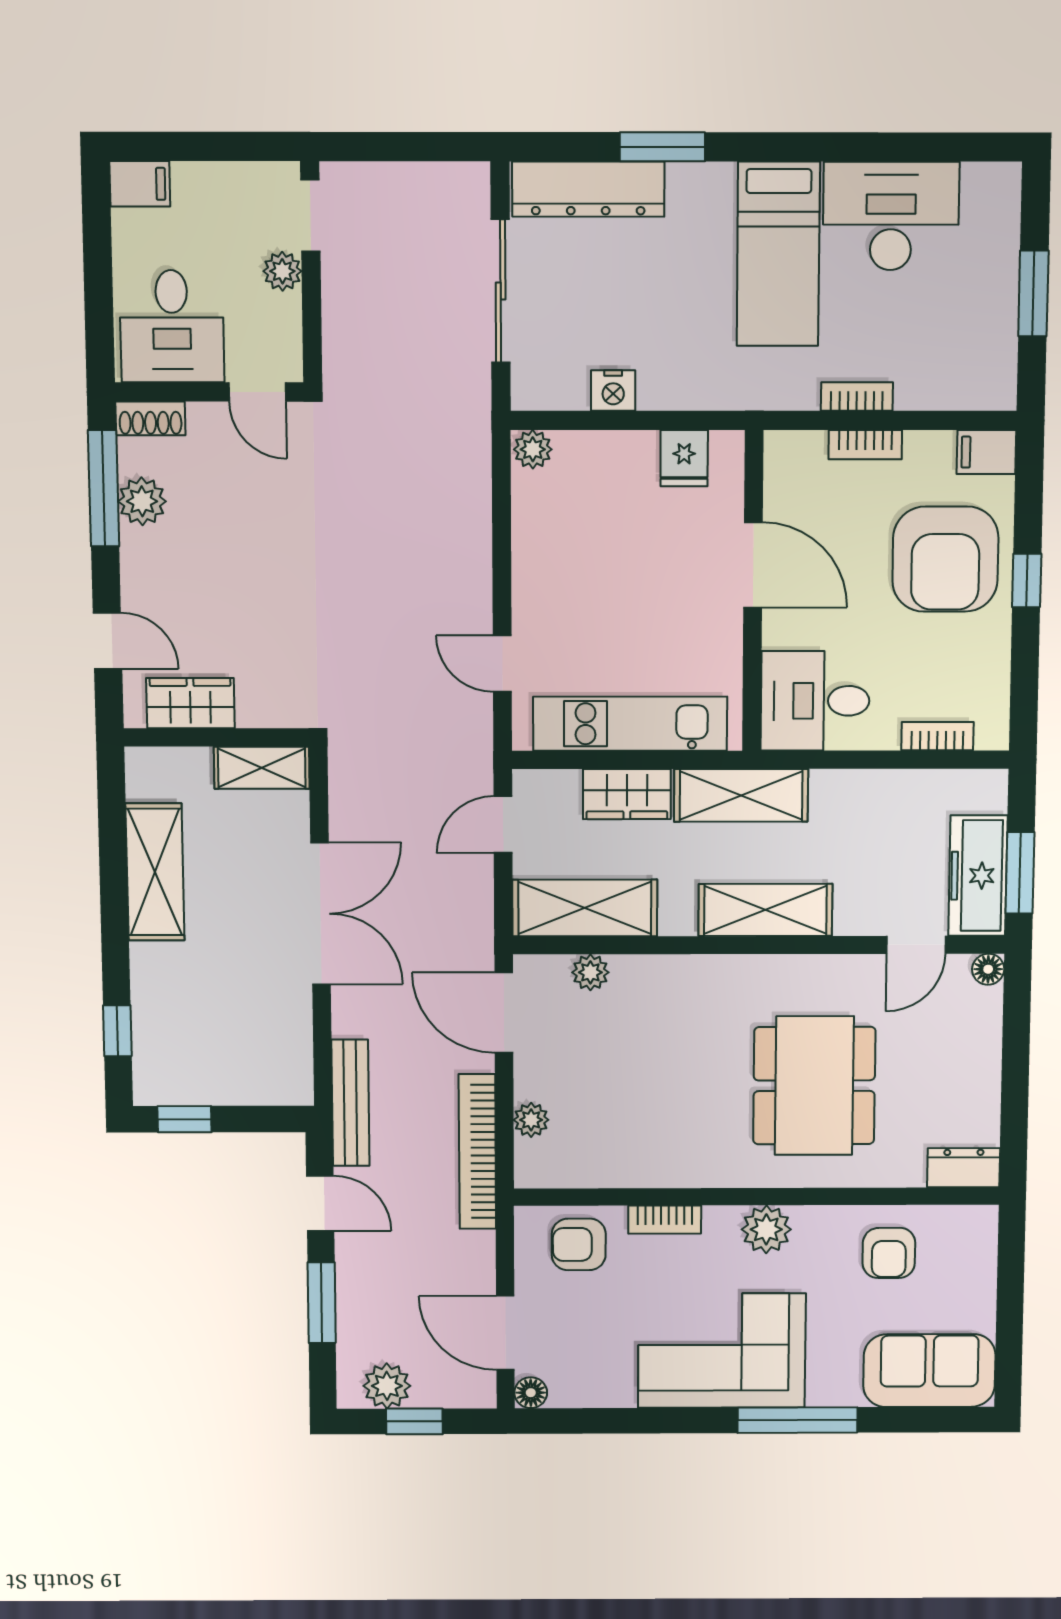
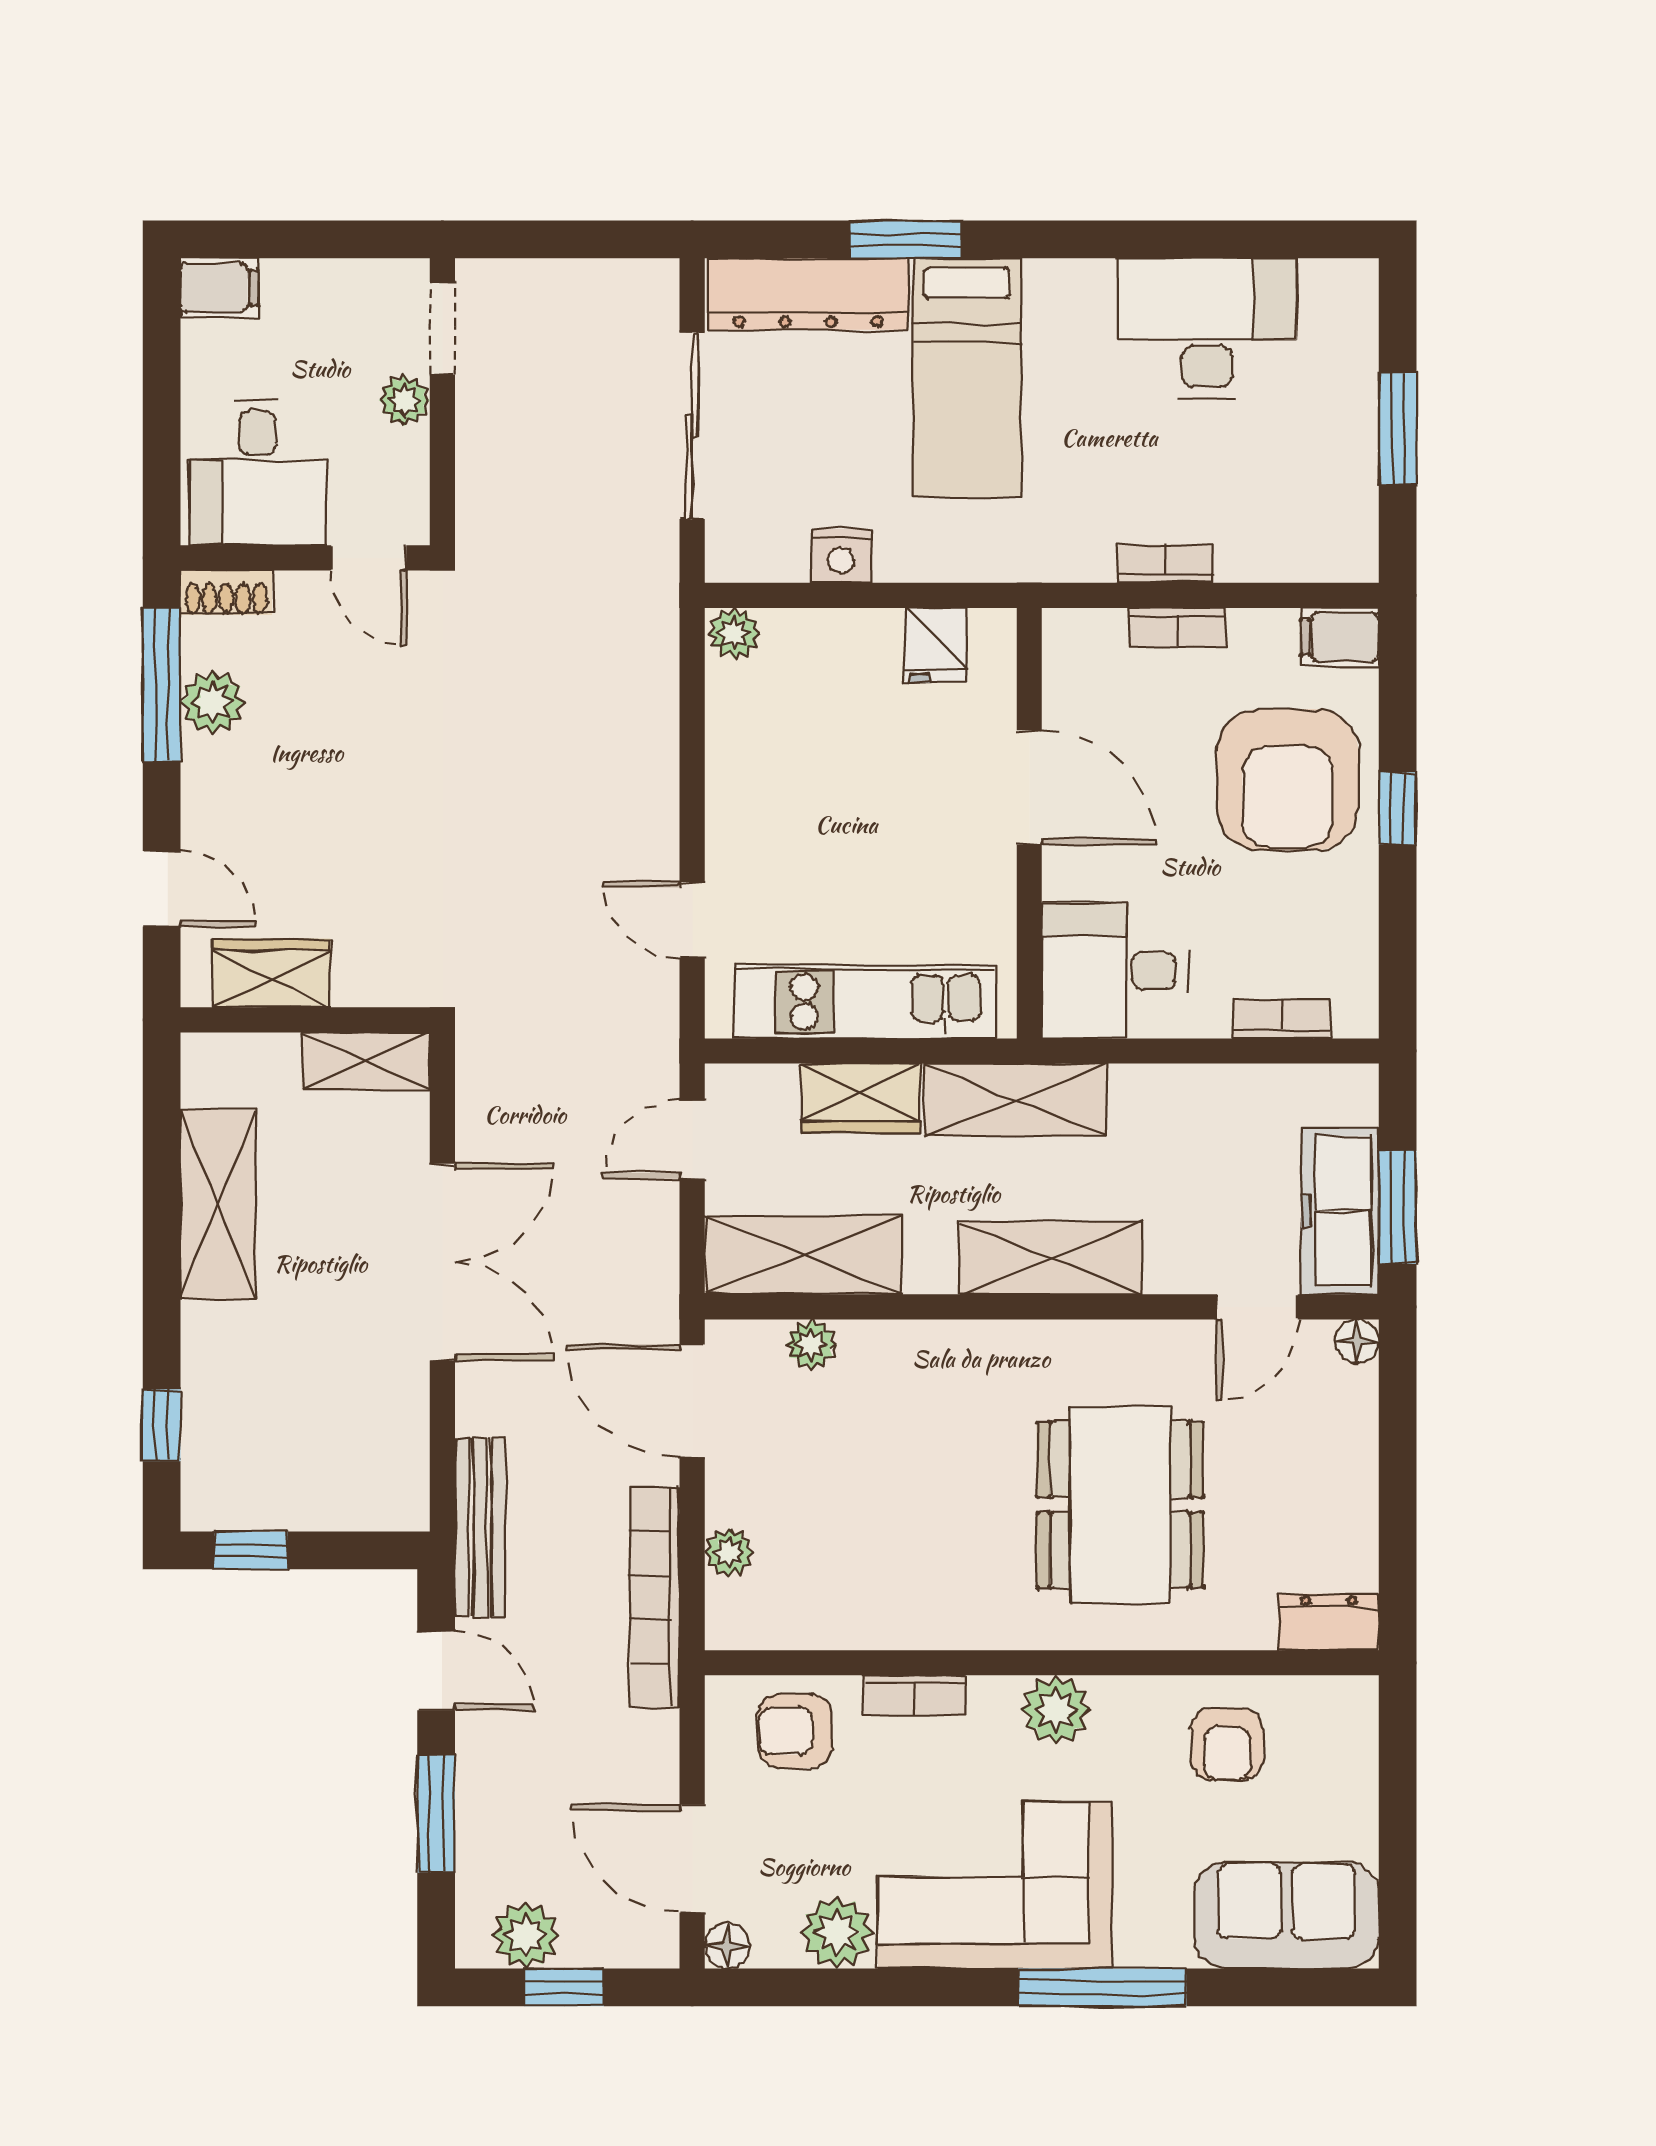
bed: (778, 254) -> (967, 378), moved
plant: (609, 1383) -> (837, 1932), added

